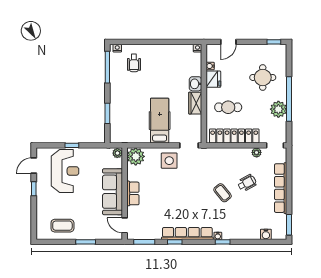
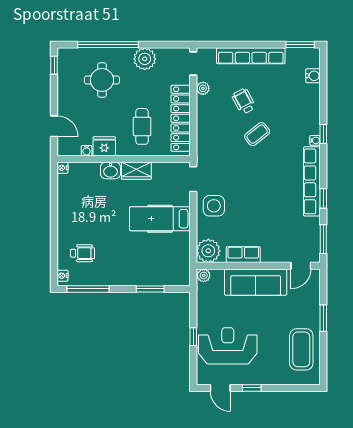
window: (289, 99) -> (108, 45), moved
row of seats: (133, 193) -> (243, 255), moved
coffee table: (62, 226) -> (301, 349), width x1.36, depth x1.32

